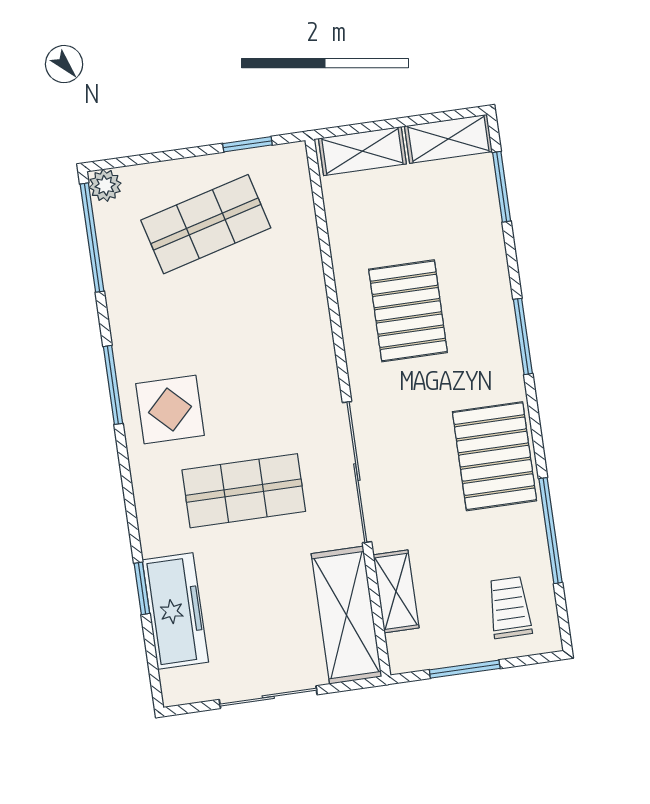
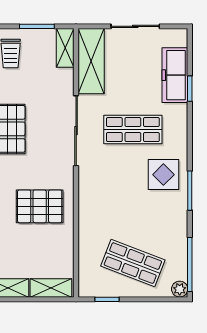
shop shelf: (206, 224) -> (133, 263), turned 36
pallet: (408, 311) -> (40, 206), turned 90
shelving: (396, 591) -> (65, 48), moved

